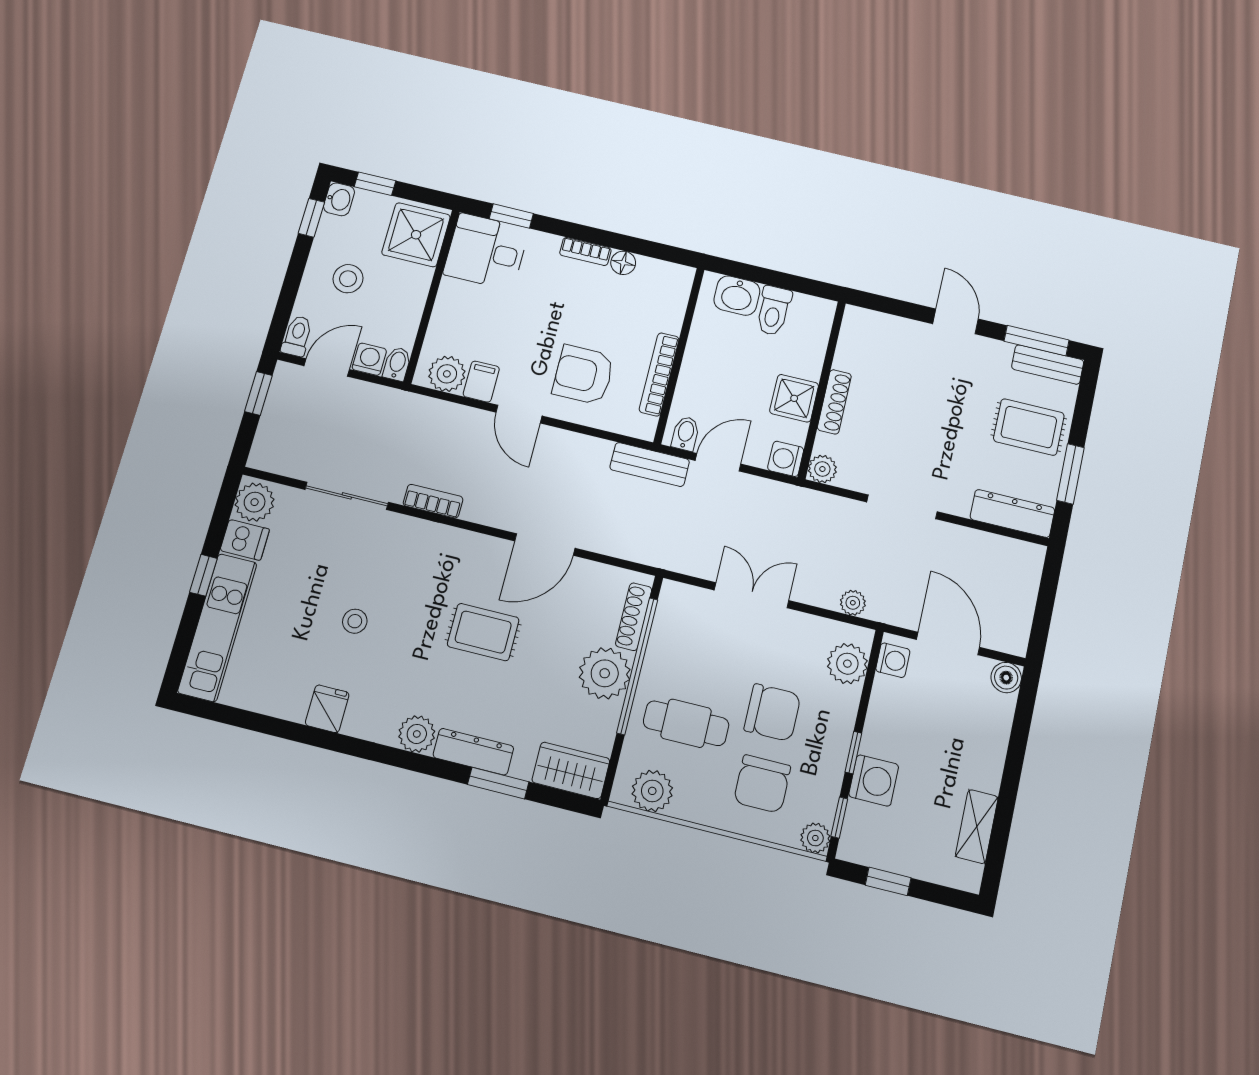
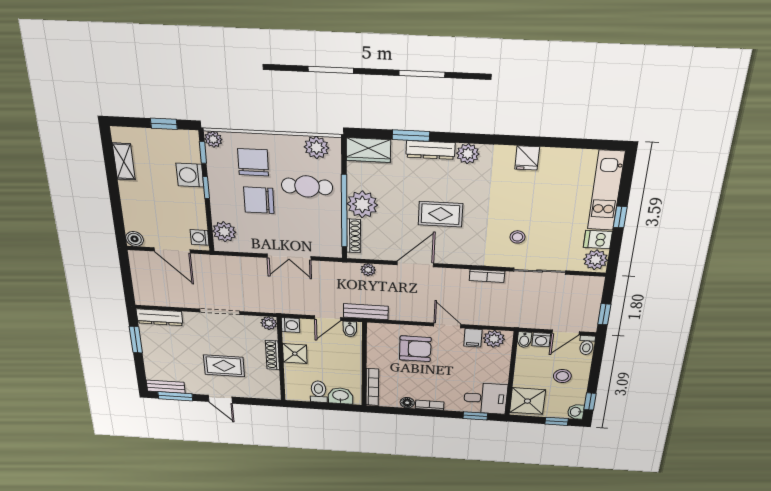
bookcase: (659, 374) -> (372, 387), moved
rug: (1029, 427) -> (224, 366), moved
plant: (853, 603) -> (368, 270), moved
stool: (355, 621) -> (517, 237), moved

